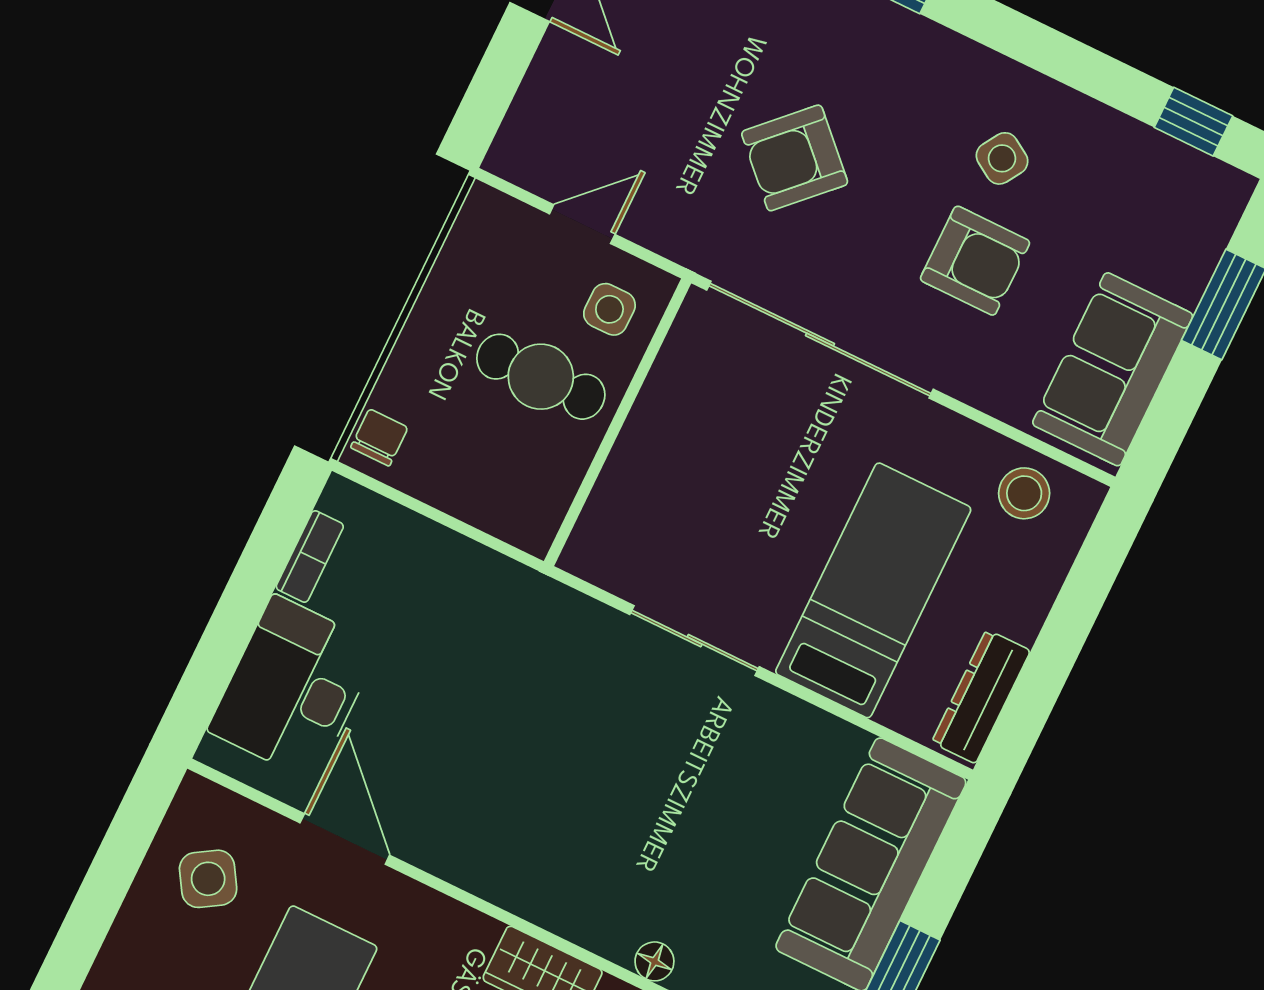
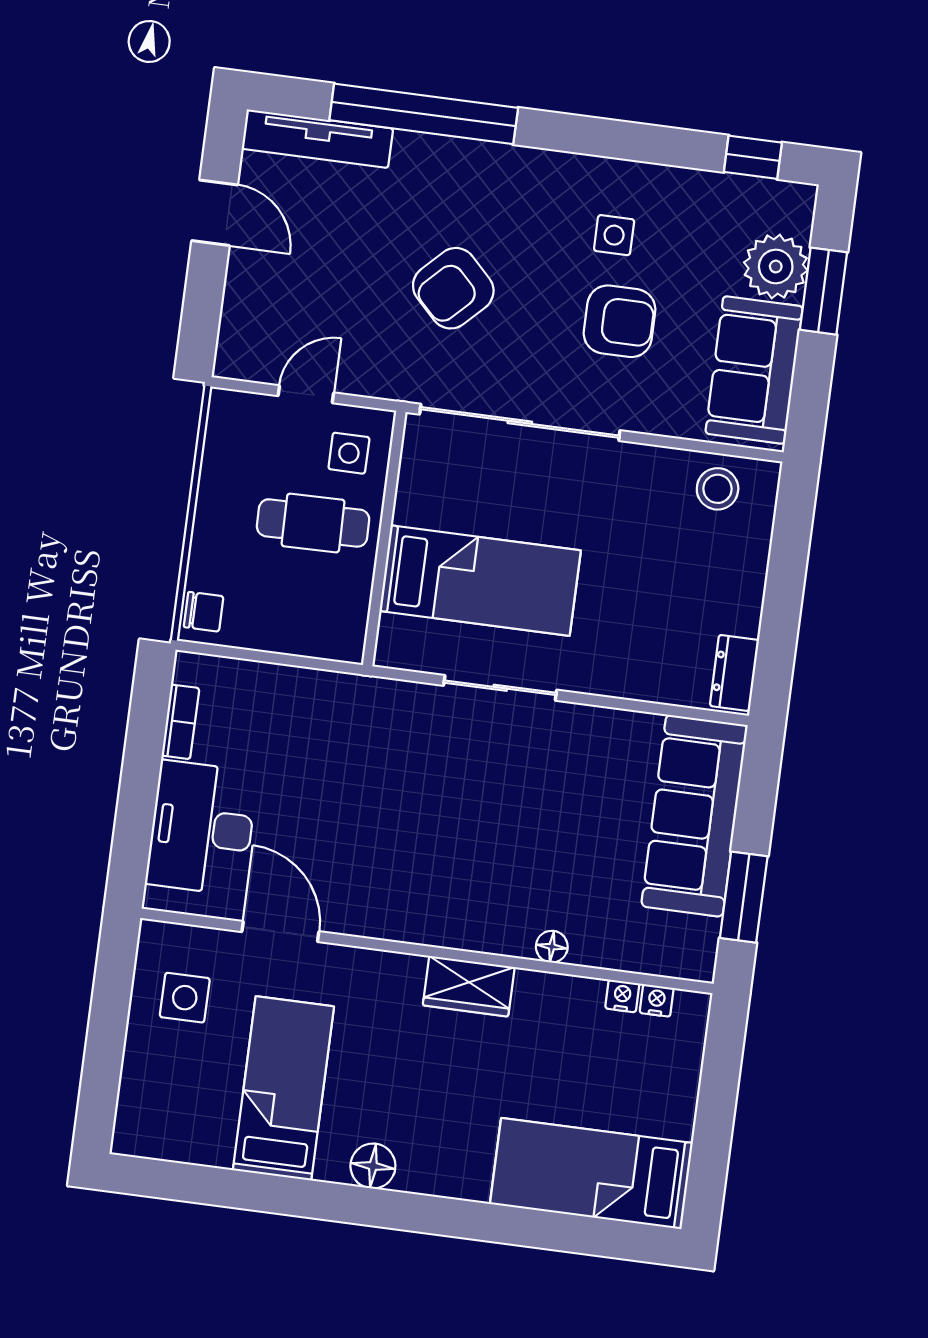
side table: (1002, 158) -> (614, 235), turned -32
plant: (1178, 257) -> (776, 266), added
chair: (379, 437) -> (204, 612), turned 90
bed: (873, 590) -> (480, 581), moved, turned 90
dresser: (981, 697) -> (734, 673), width x0.70
side table: (208, 879) -> (185, 998), turned 32

